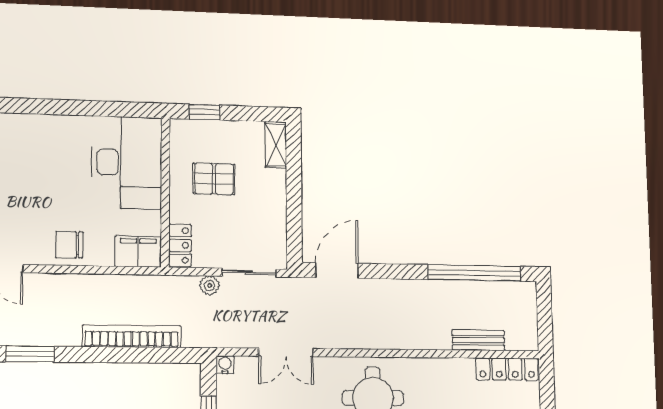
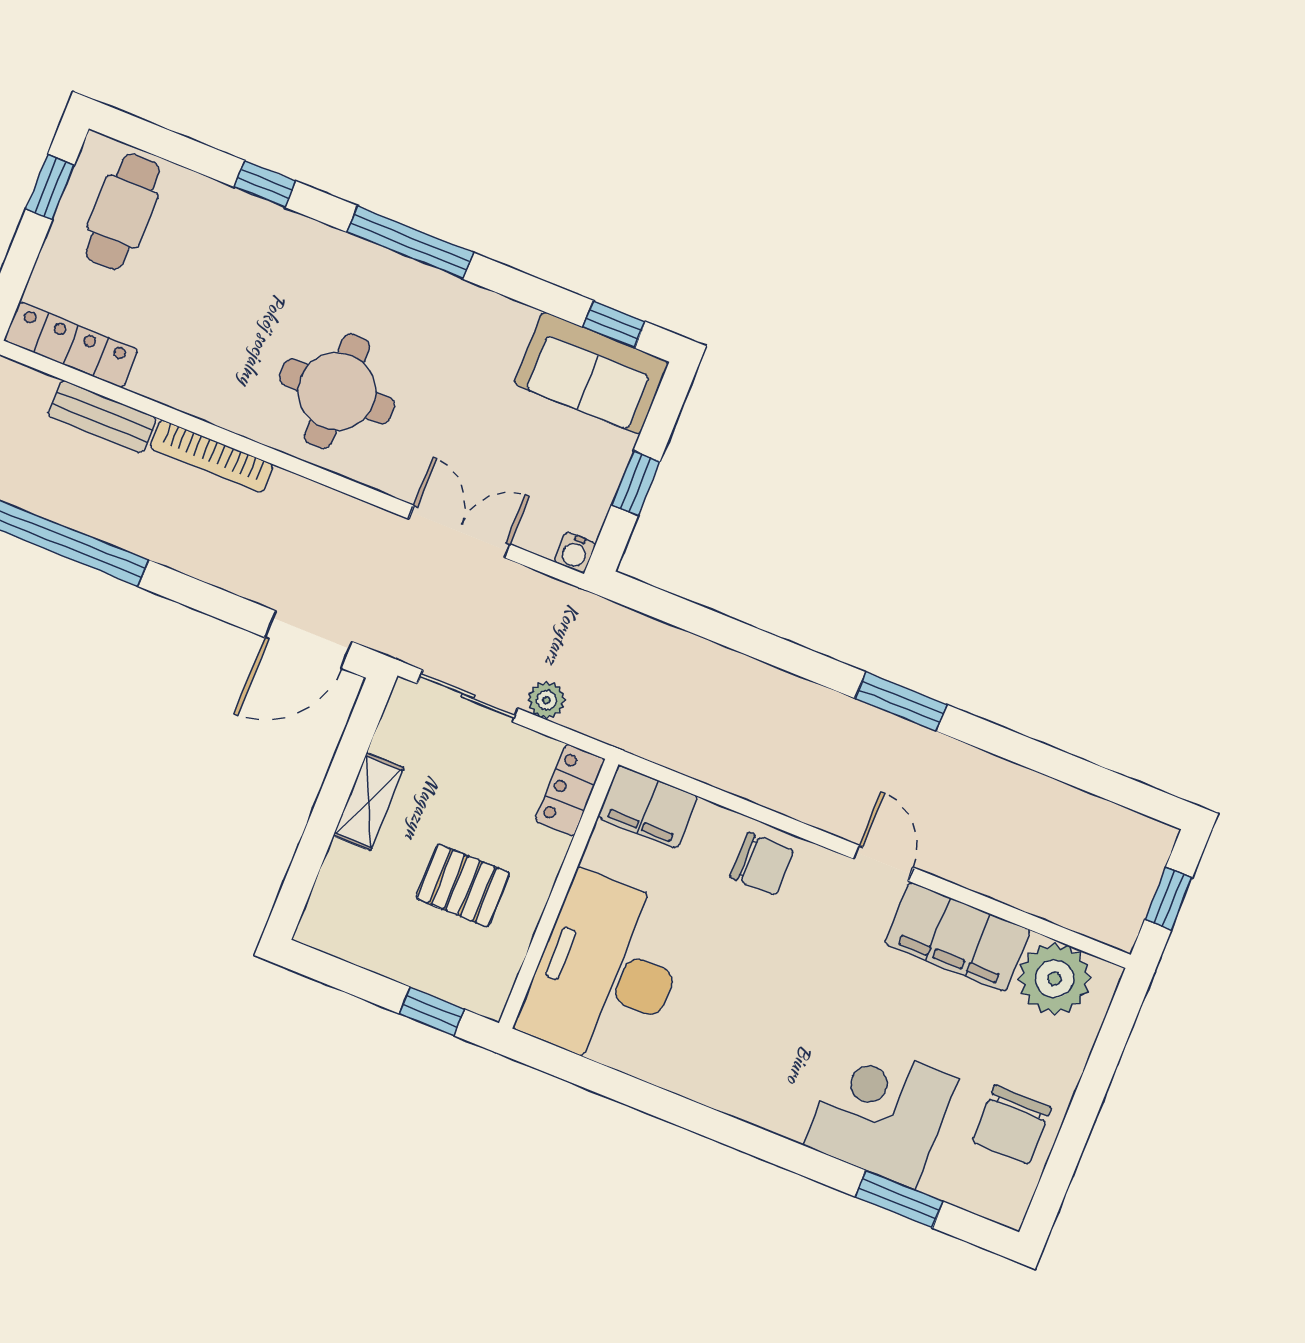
shelving: (276, 145) -> (368, 801), moved
bookcase: (132, 336) -> (212, 456), moved, width x0.68, depth x0.76

